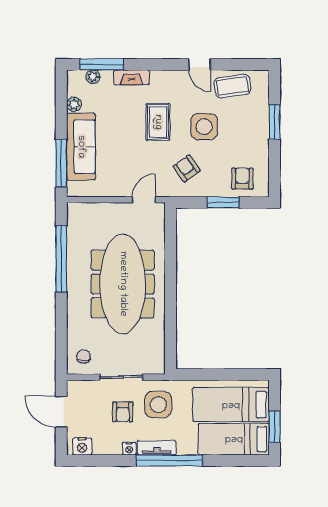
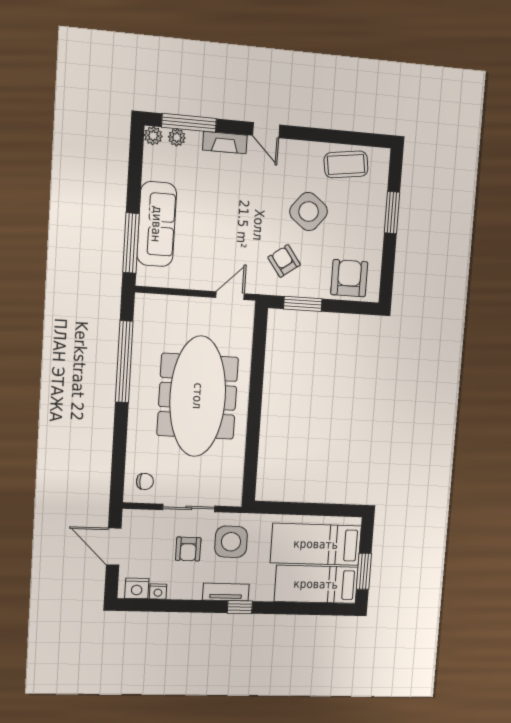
door: (200, 64) -> (266, 130), moved
plant: (74, 104) -> (153, 136), moved
rug: (158, 122) -> (253, 201), removed
side table: (204, 127) -> (309, 212), turned 38
armchair: (242, 179) -> (349, 278), width x1.38, depth x1.38
window: (223, 202) -> (303, 304), moved
chair: (84, 356) -> (145, 481), turned 90
nightstand: (129, 449) -> (158, 591), moved
window: (169, 460) -> (240, 607), width x0.32

